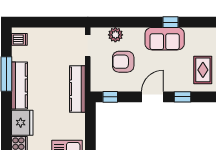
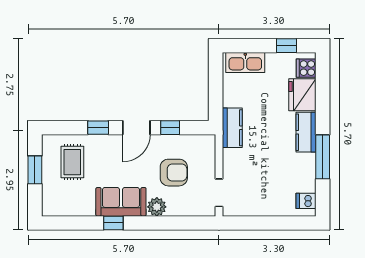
plant: (115, 35) -> (157, 207), moved
kitchen counter: (19, 85) -> (306, 132), width x0.67
kitchen counter: (77, 89) -> (232, 128), width x0.67
window: (110, 97) -> (170, 128), moved

